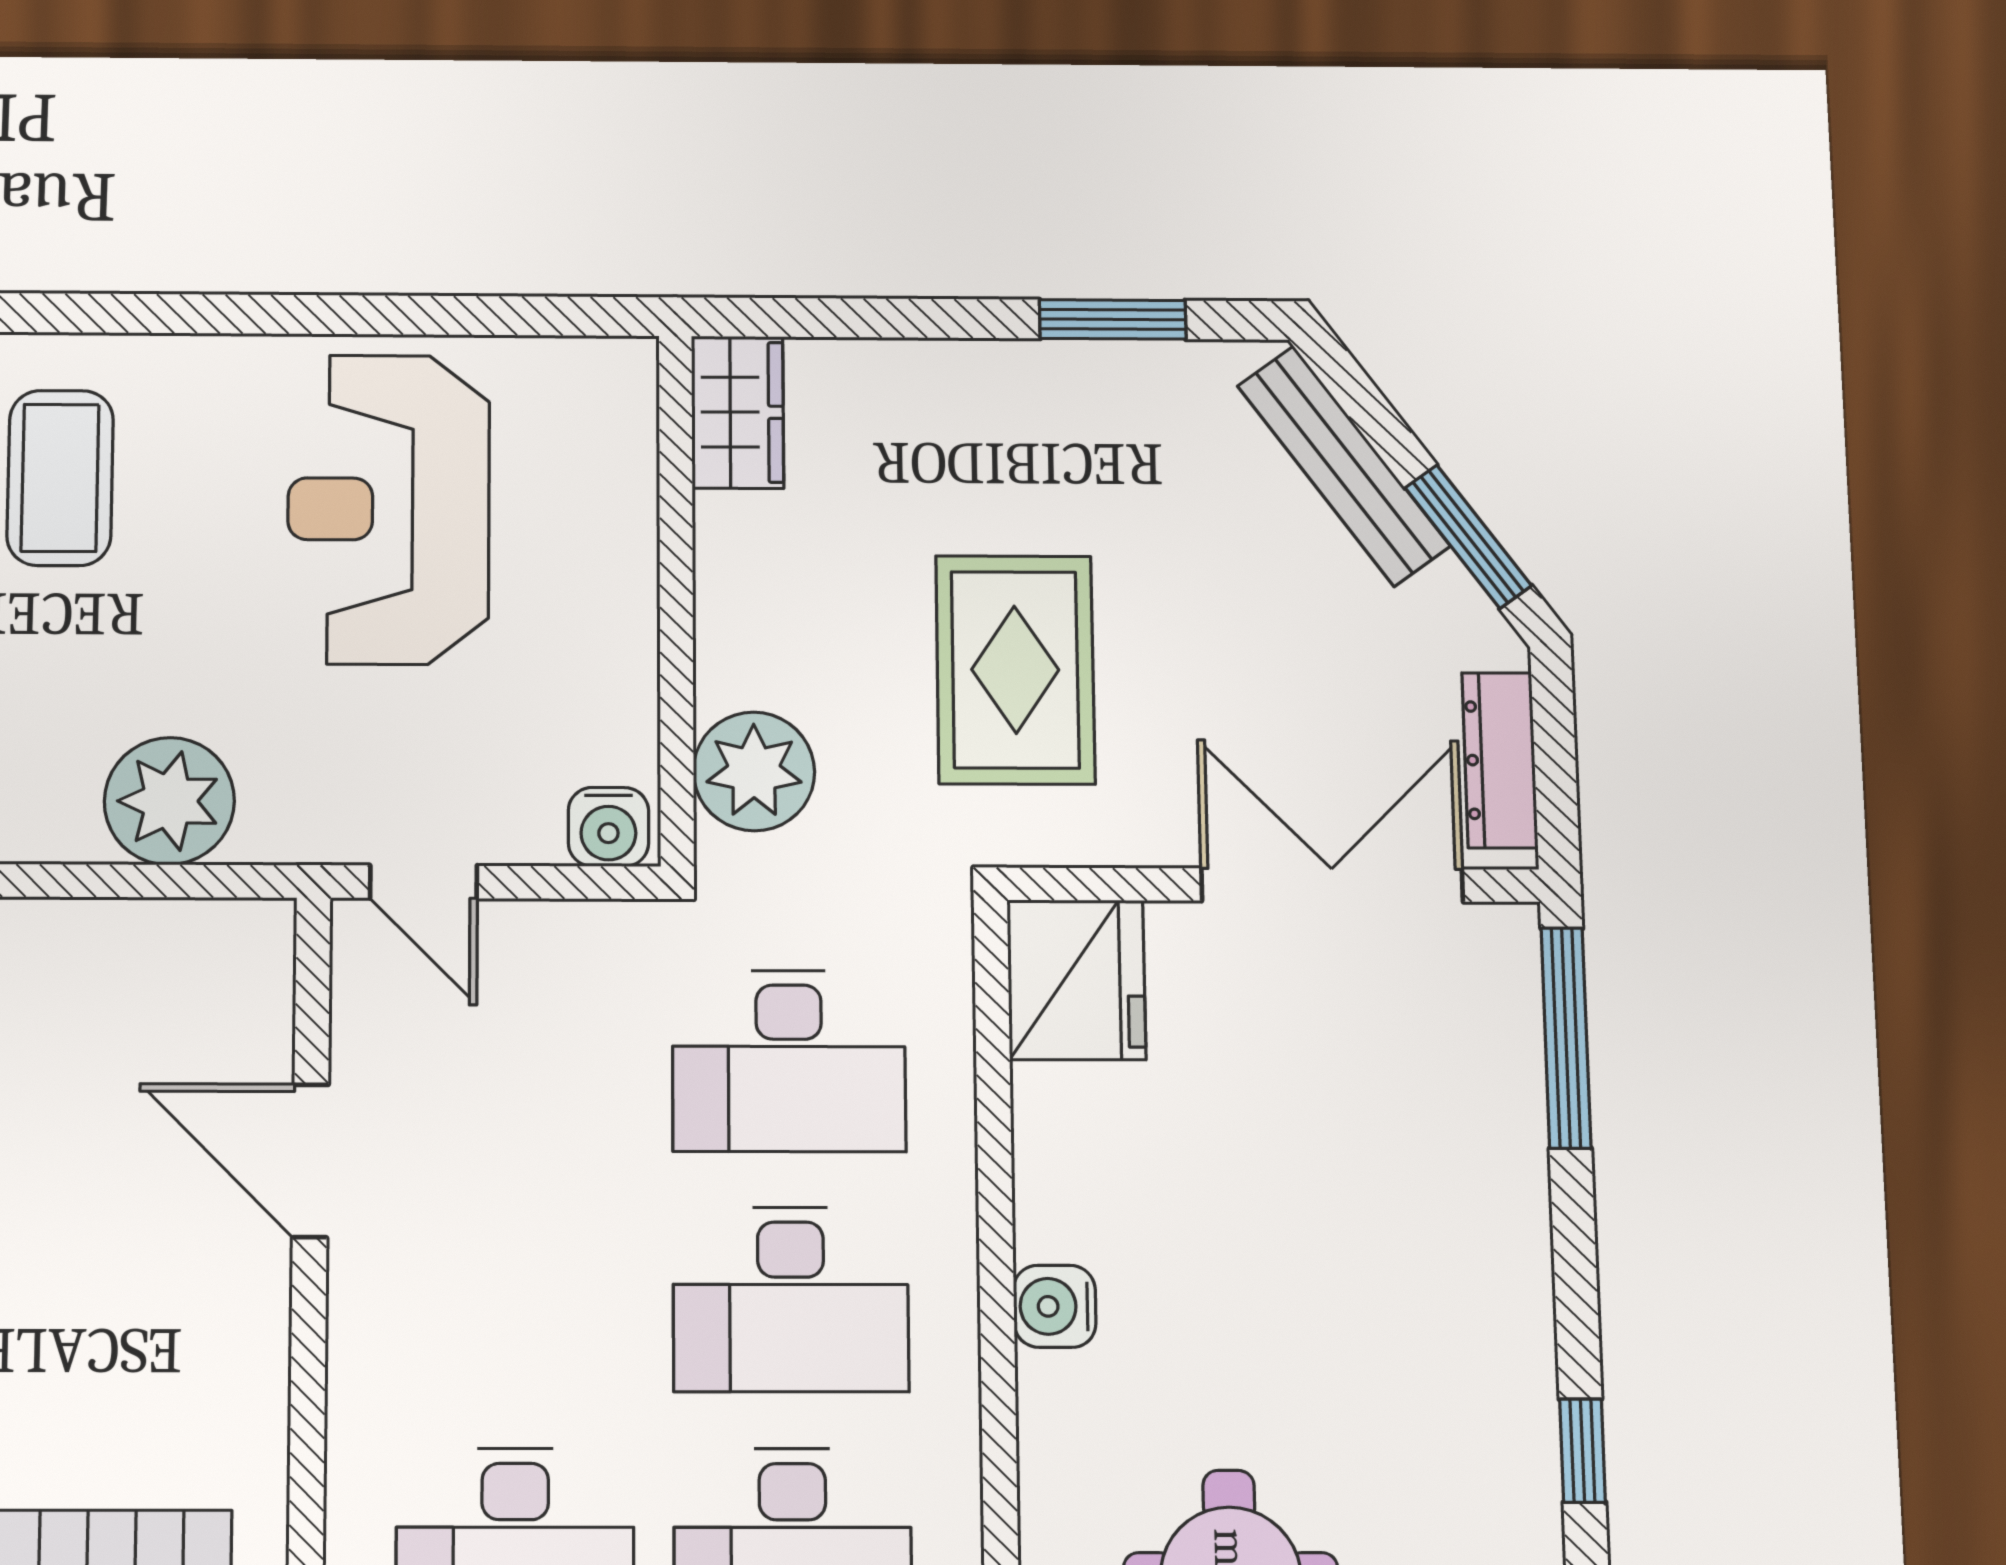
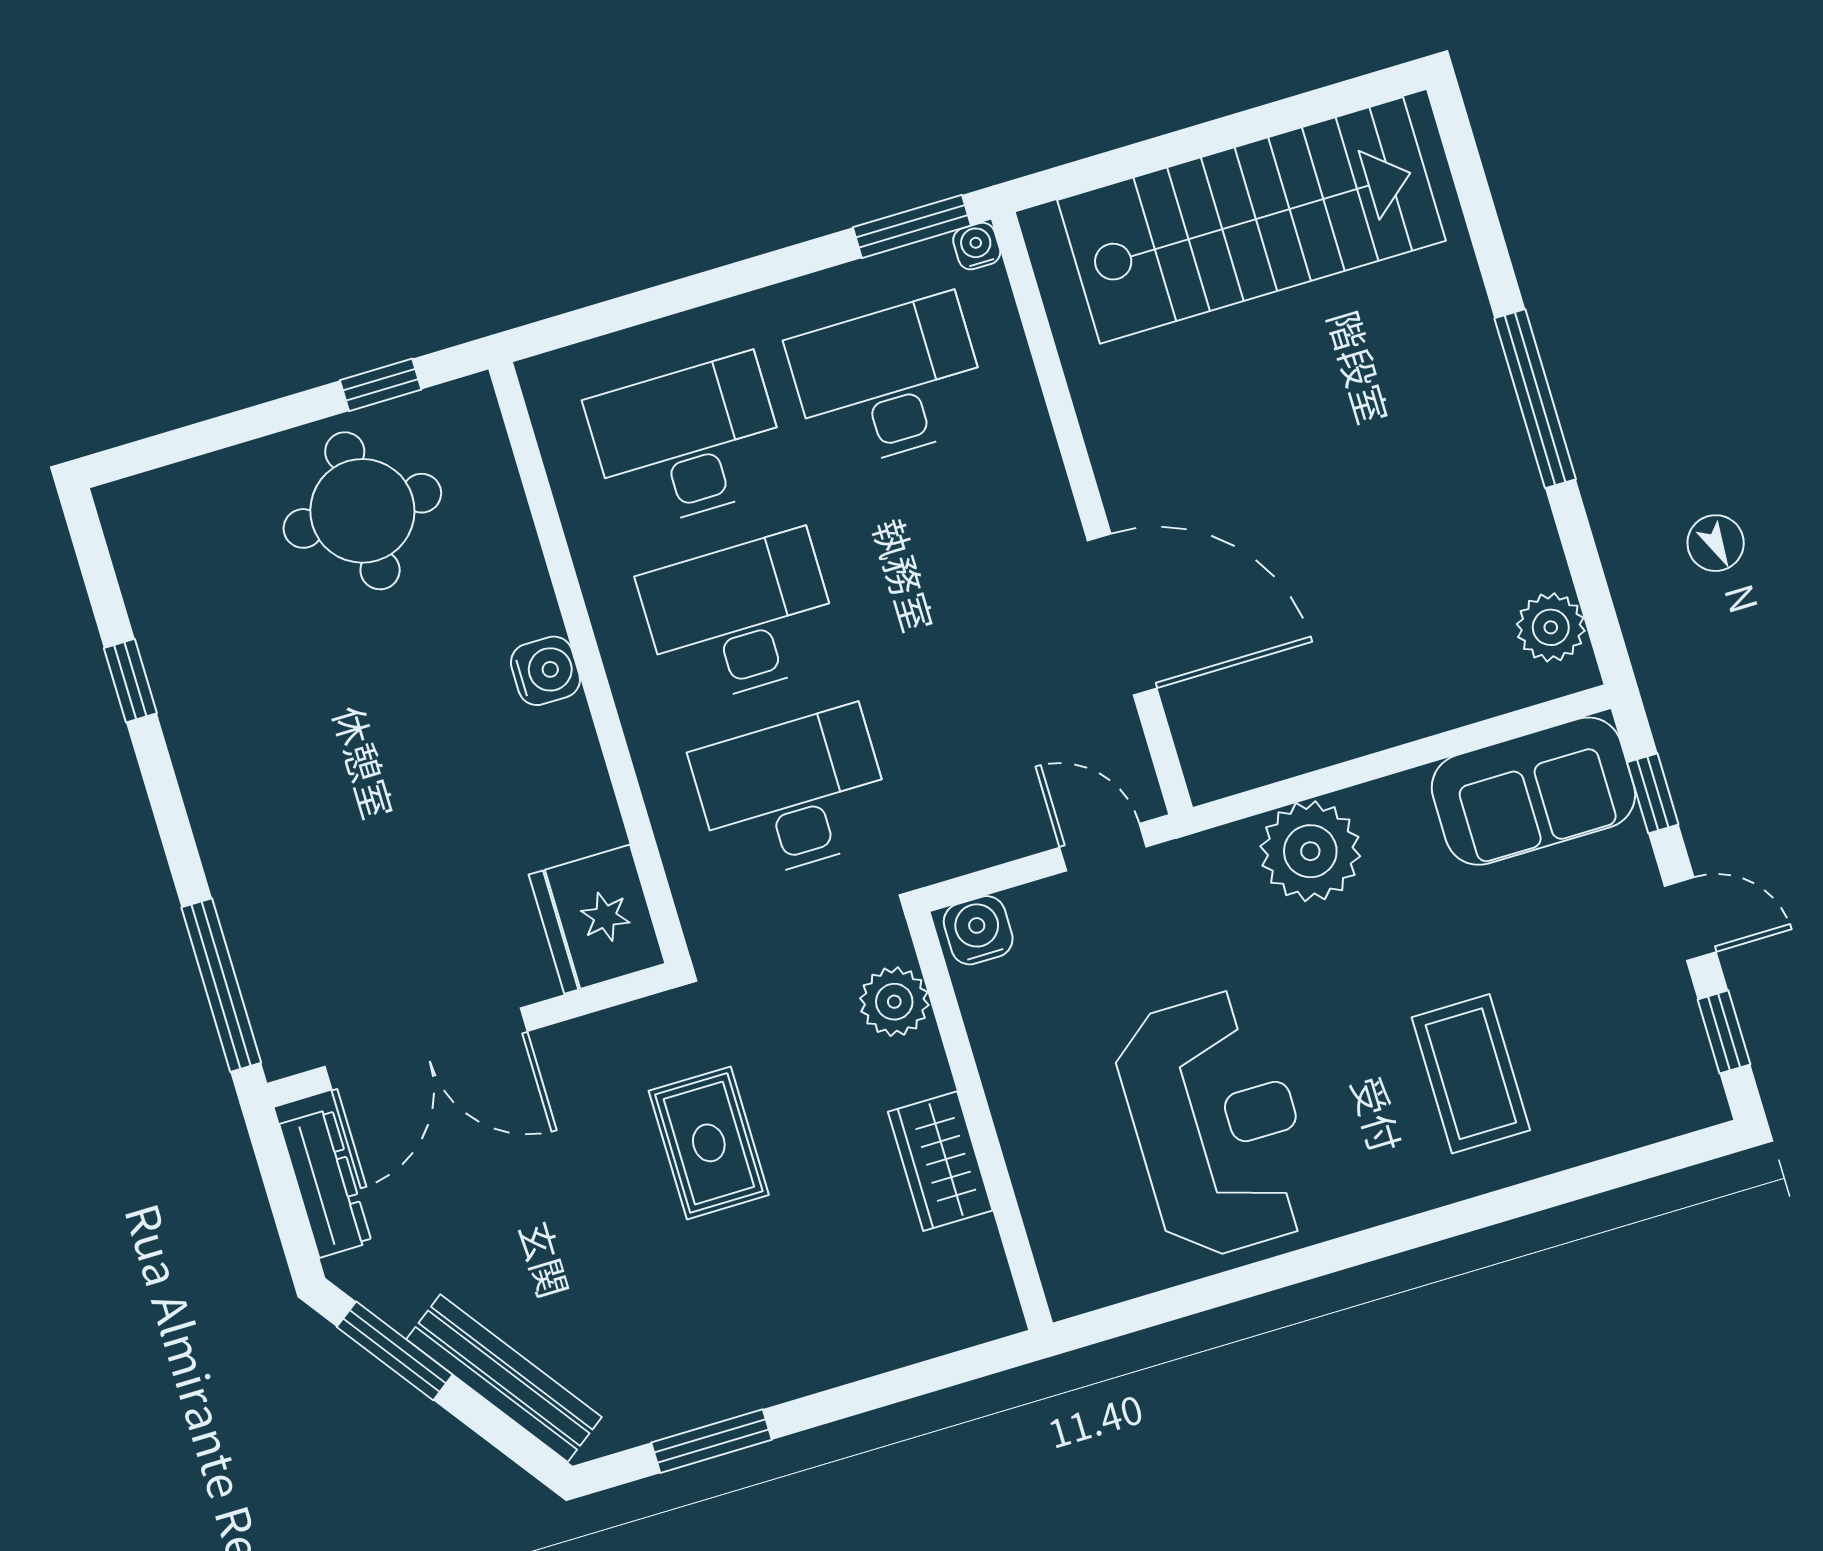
wardrobe: (737, 412) -> (940, 1161), moved
rug: (1015, 670) -> (709, 1143), width x0.73, depth x0.70
plant: (754, 771) -> (894, 1002), width x0.73, depth x0.73
door: (310, 1161) -> (1122, 614), width x1.36

